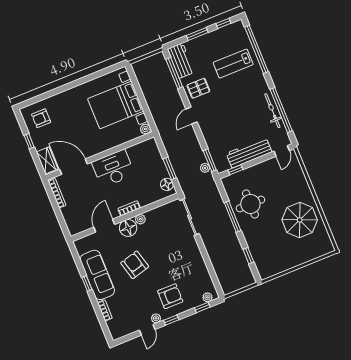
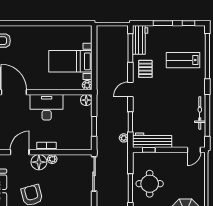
pallet: (198, 88) -> (145, 69), turned 90
bed with nightstands: (116, 105) -> (70, 61), width x0.73
workbench: (249, 153) -> (152, 140), moved
window: (210, 160) -> (130, 122), moved
floor lamp: (167, 184) -> (86, 100), moved

